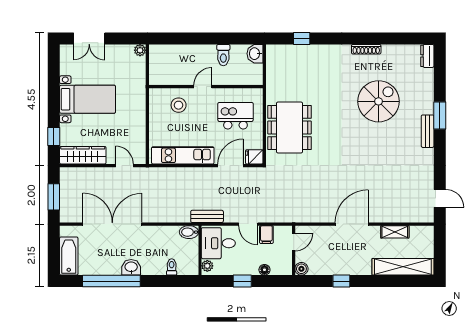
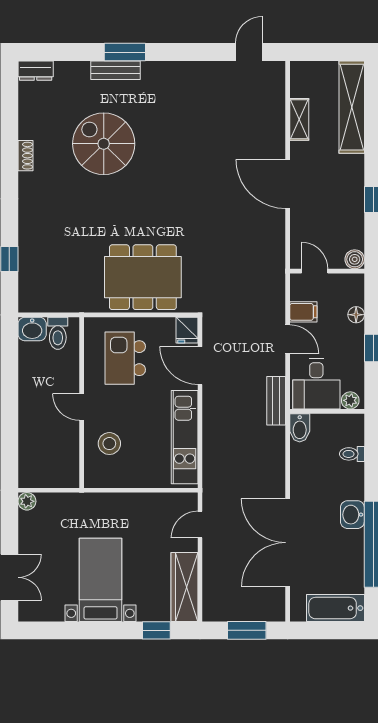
shoe rack: (366, 49) -> (26, 156), width x0.70
toilet: (223, 55) -> (58, 333), moved, turned 90
bench: (428, 131) -> (115, 70), moved
door: (248, 224) -> (288, 339), hinge flipped

